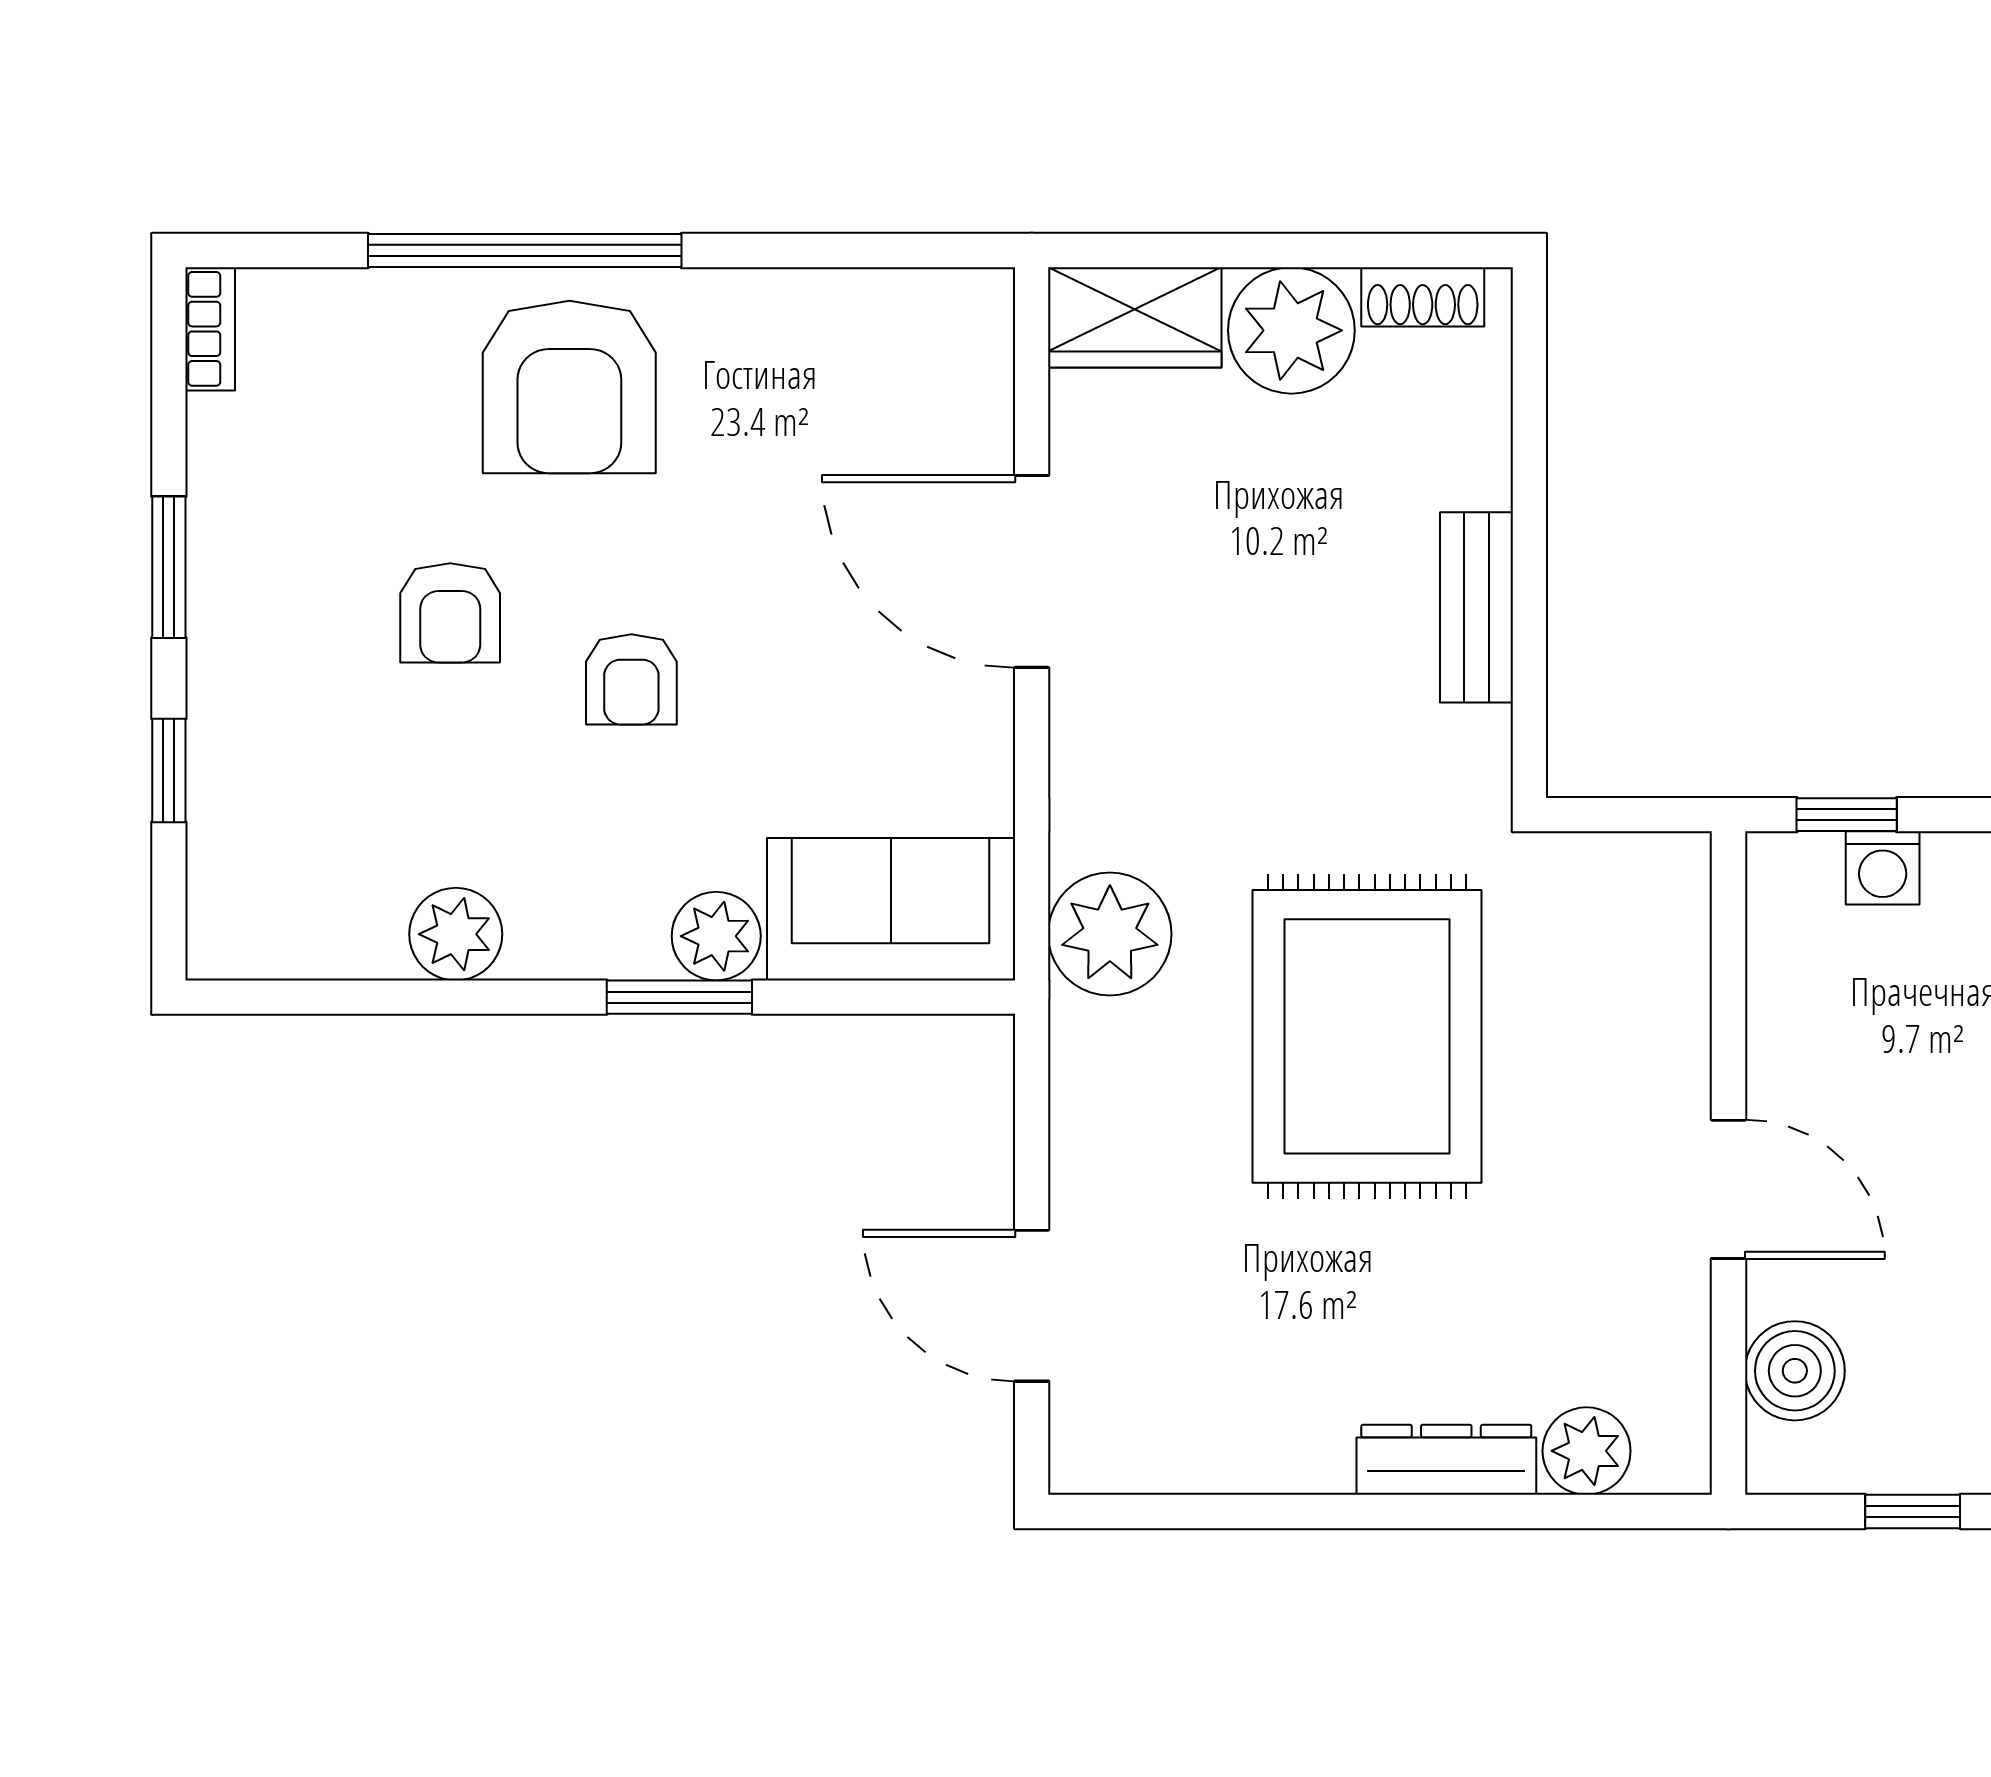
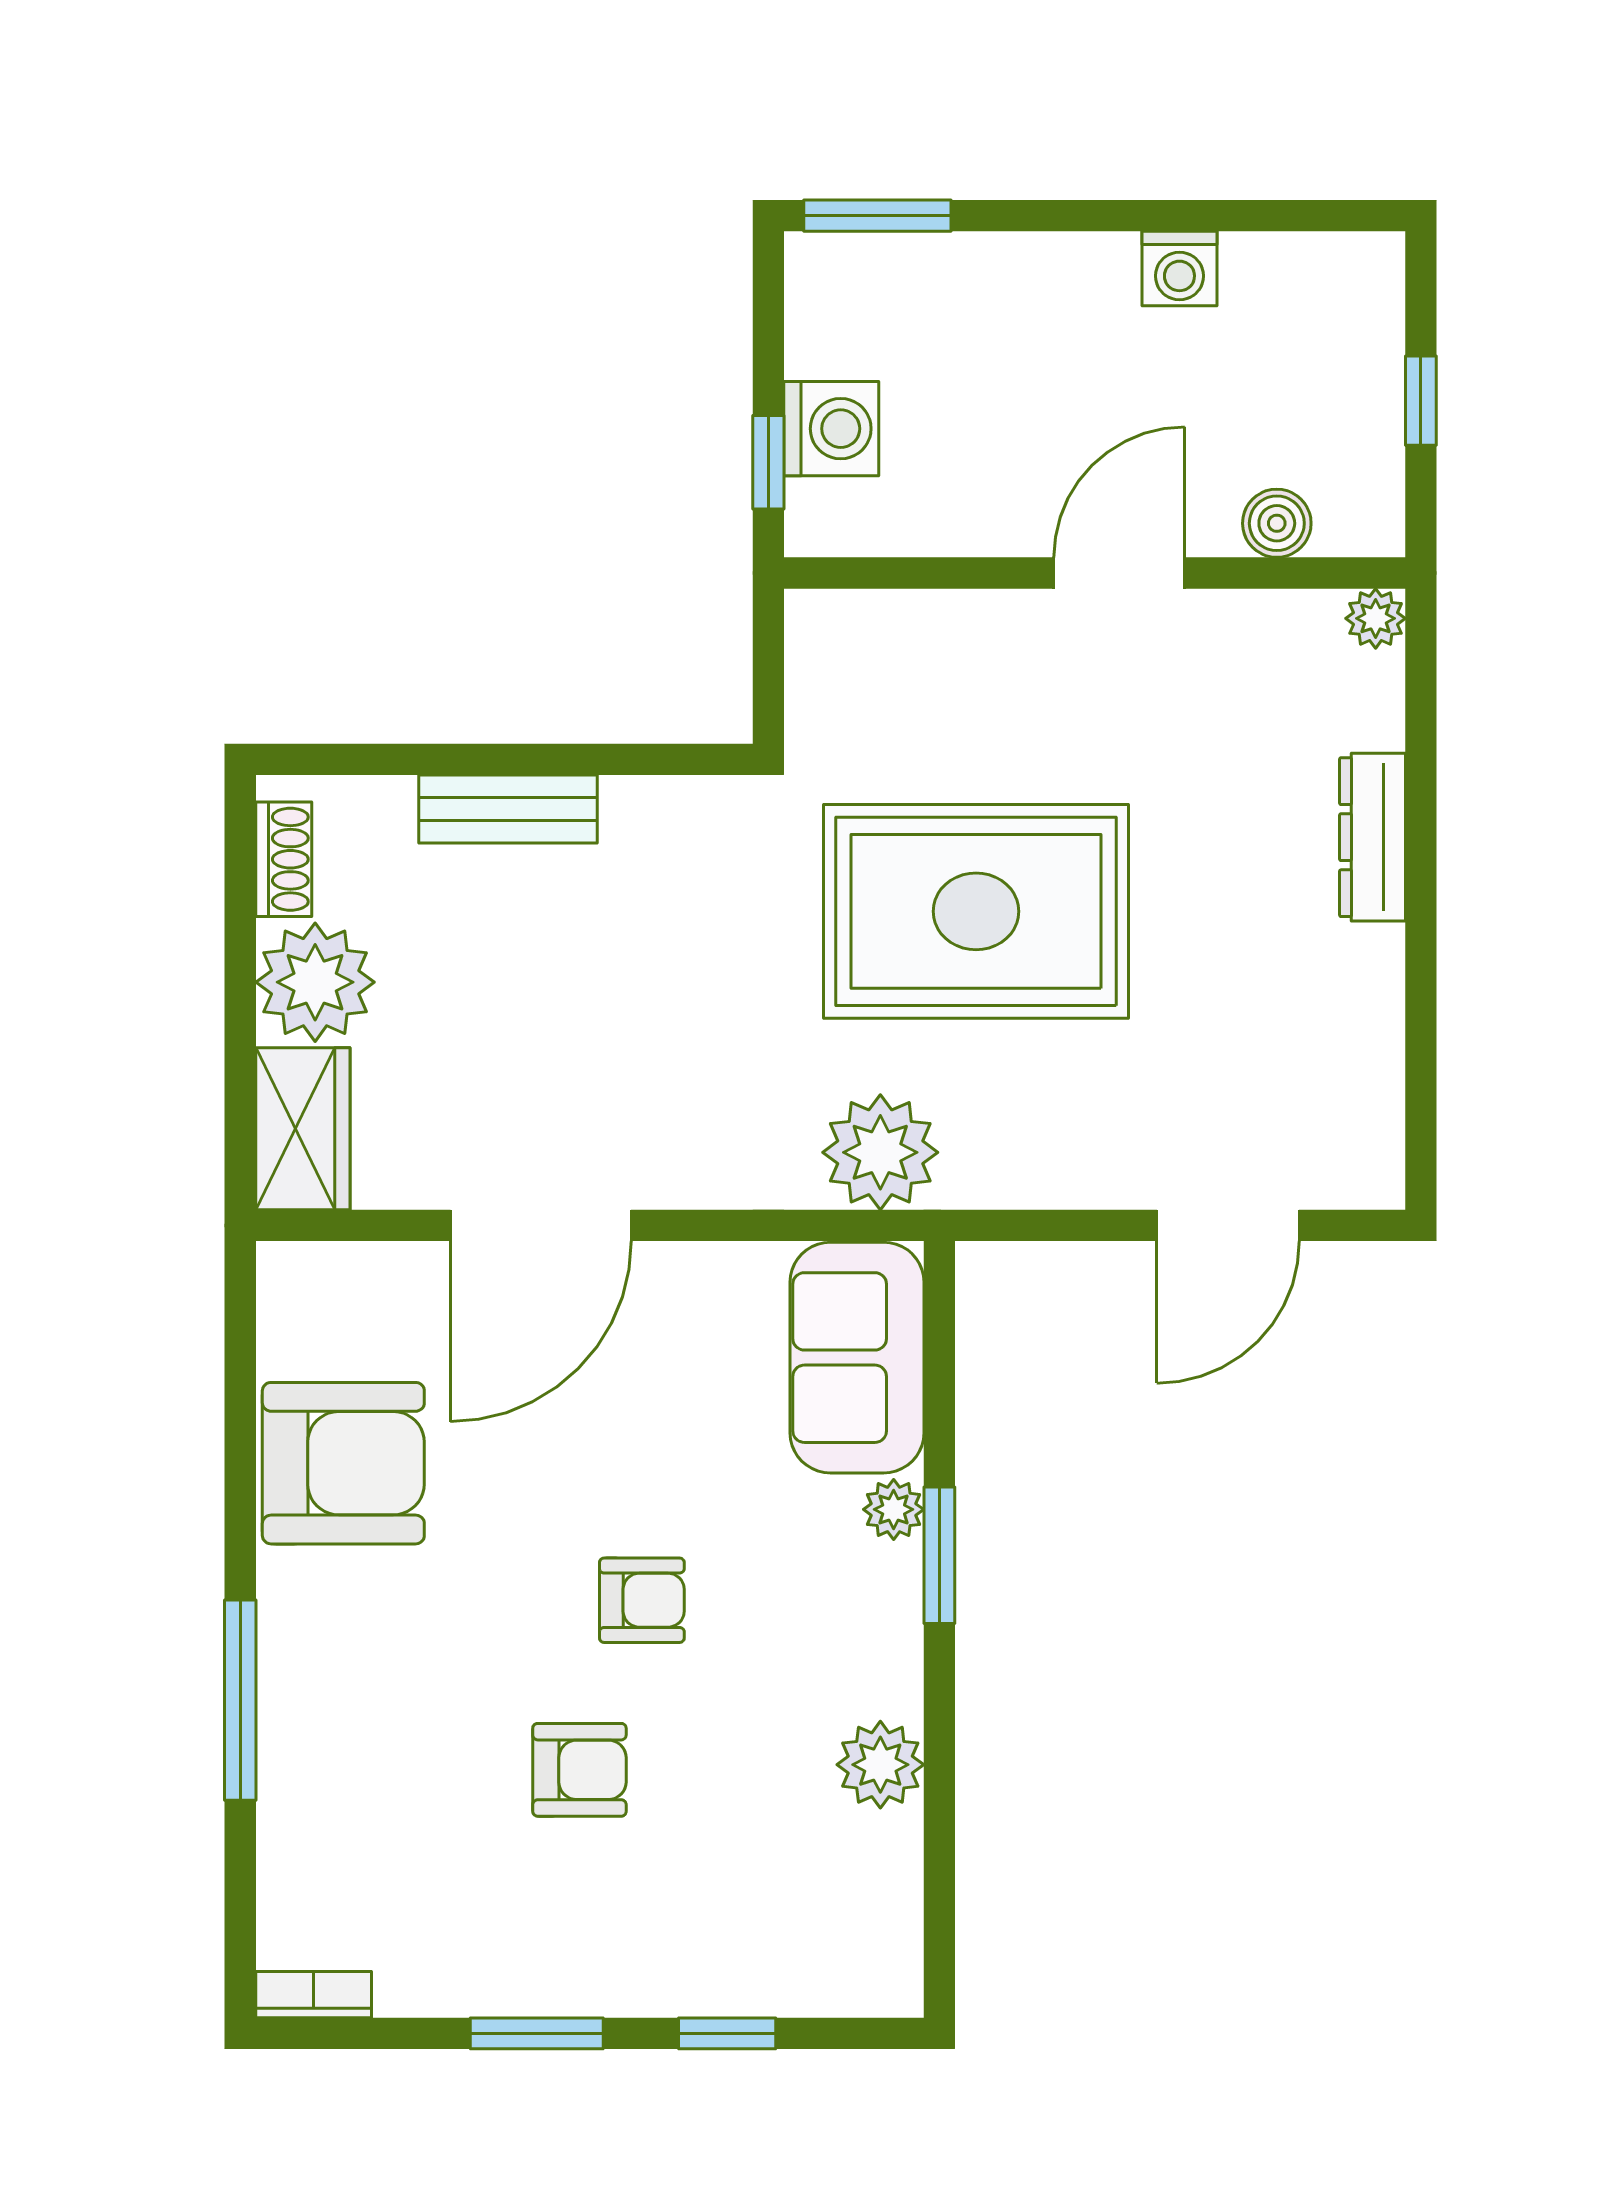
window: (525, 250) -> (240, 1700), width x0.68
armchair: (569, 387) -> (343, 1463), moved
bench: (1476, 607) -> (508, 809), moved
washing machine: (1883, 868) -> (831, 429), width x1.38, depth x1.38
plant: (716, 936) -> (894, 1509), width x0.73, depth x0.73
boiler: (1795, 1371) -> (1277, 523), width x0.73, depth x0.73
plant: (1587, 1451) -> (1376, 618), moved, width x0.73, depth x0.73

